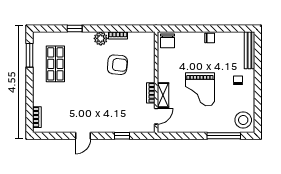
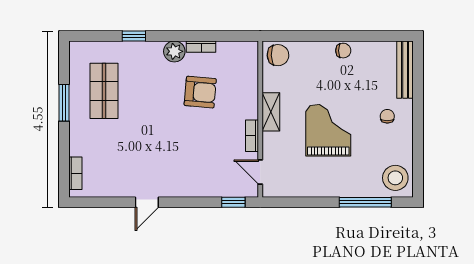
chair: (168, 41) -> (278, 55), turned -92
window: (30, 55) -> (64, 103), moved
grand piano: (200, 89) -> (328, 130), turned 180
shelving: (163, 95) -> (271, 112), moved
door: (156, 116) -> (260, 172), swing flipped
window: (122, 136) -> (233, 202), moved

